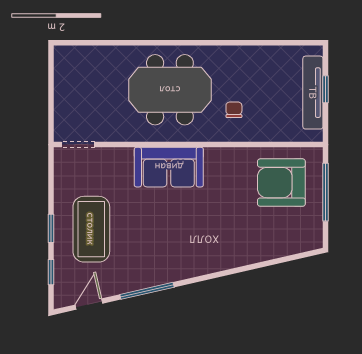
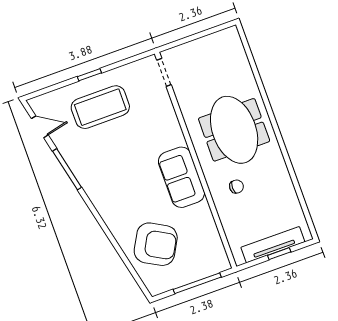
sofa: (169, 167) -> (181, 177), moved
armchair: (281, 183) -> (156, 244), moved, turned 119
window: (51, 272) -> (54, 87), removed

